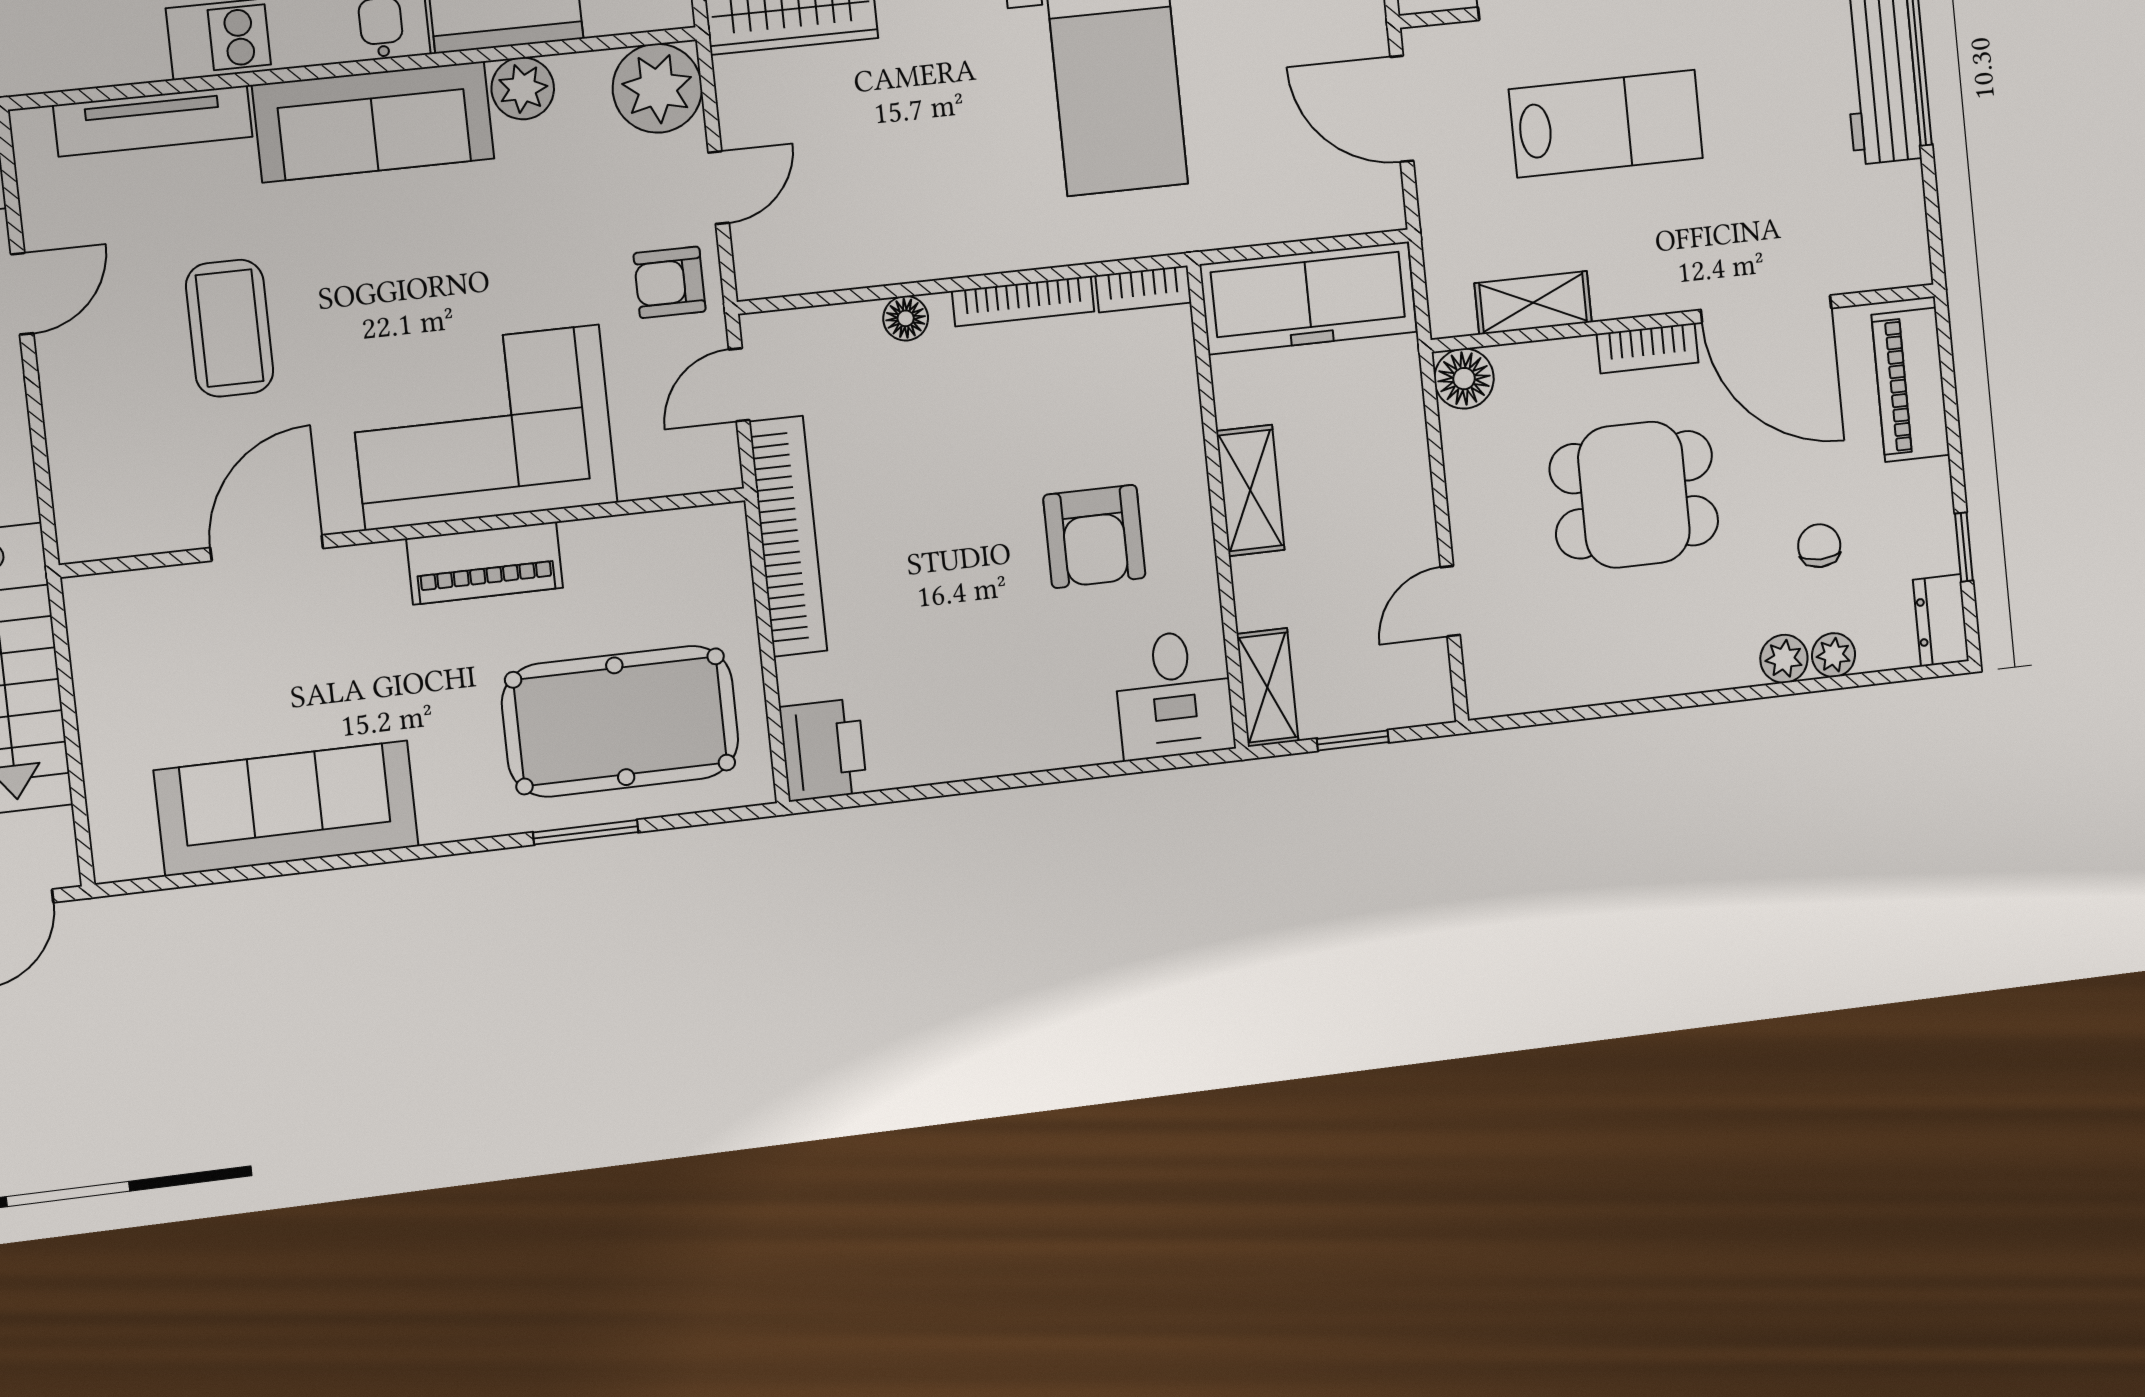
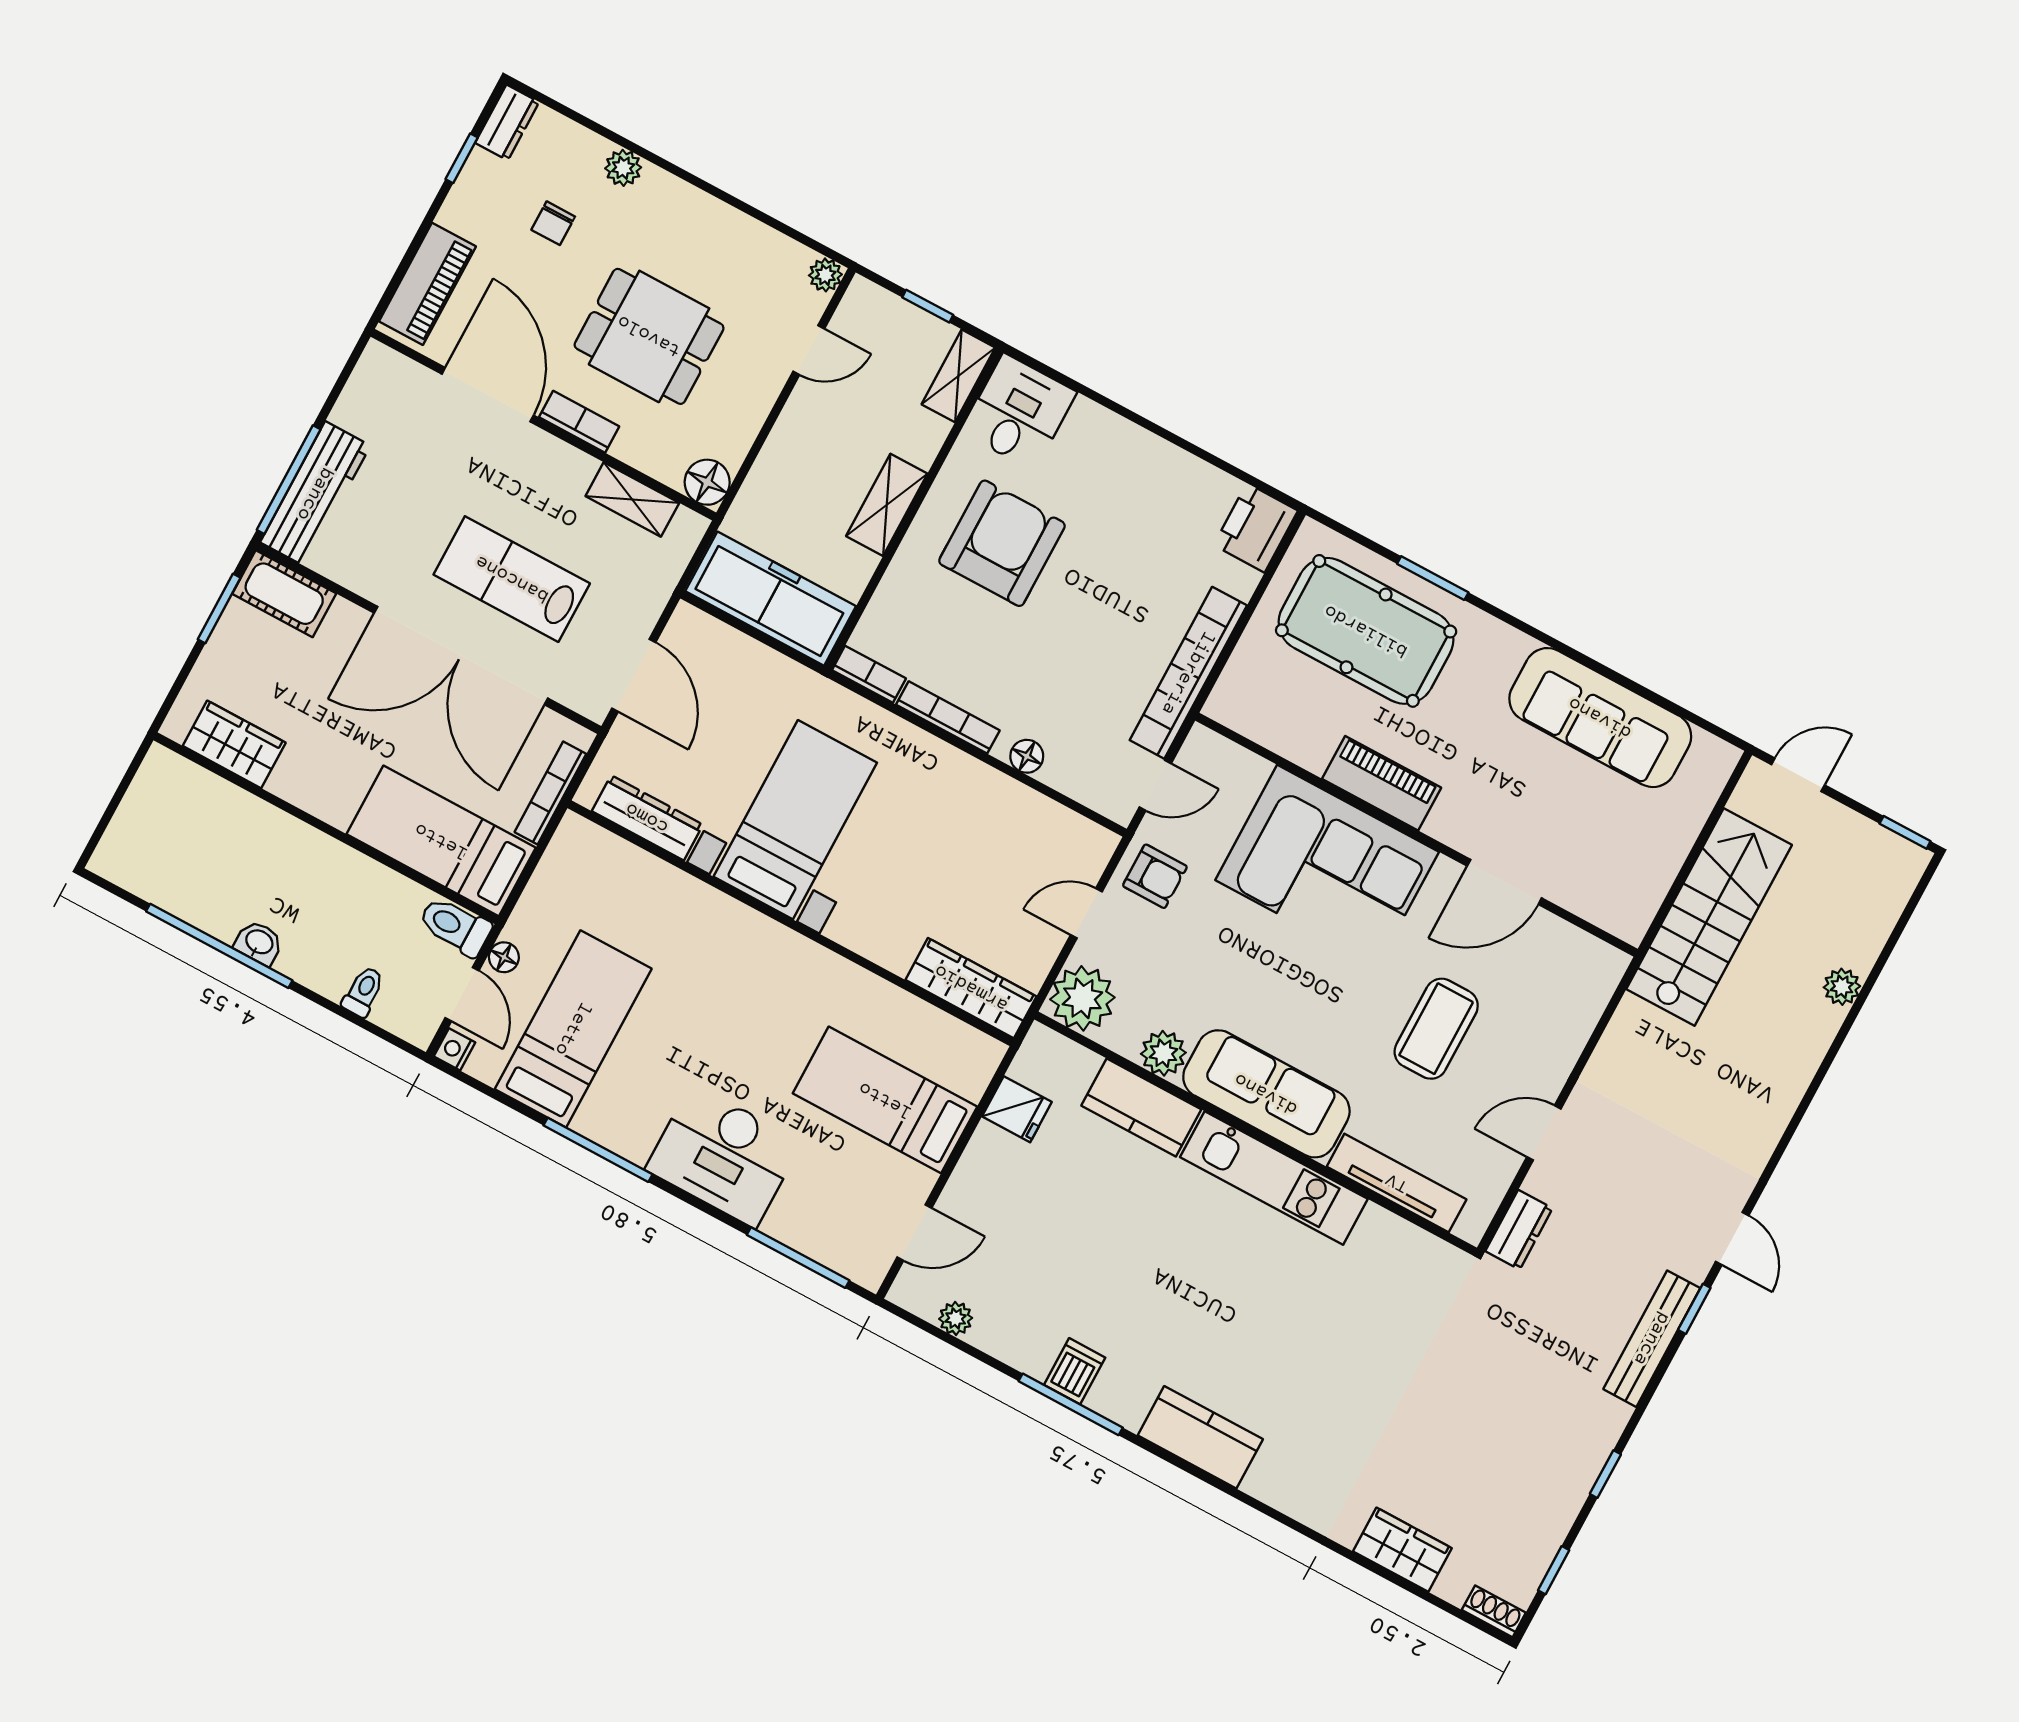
armchair: (1094, 536) -> (1002, 543), width x1.36, depth x1.36
plant: (1834, 655) -> (825, 275), moved

